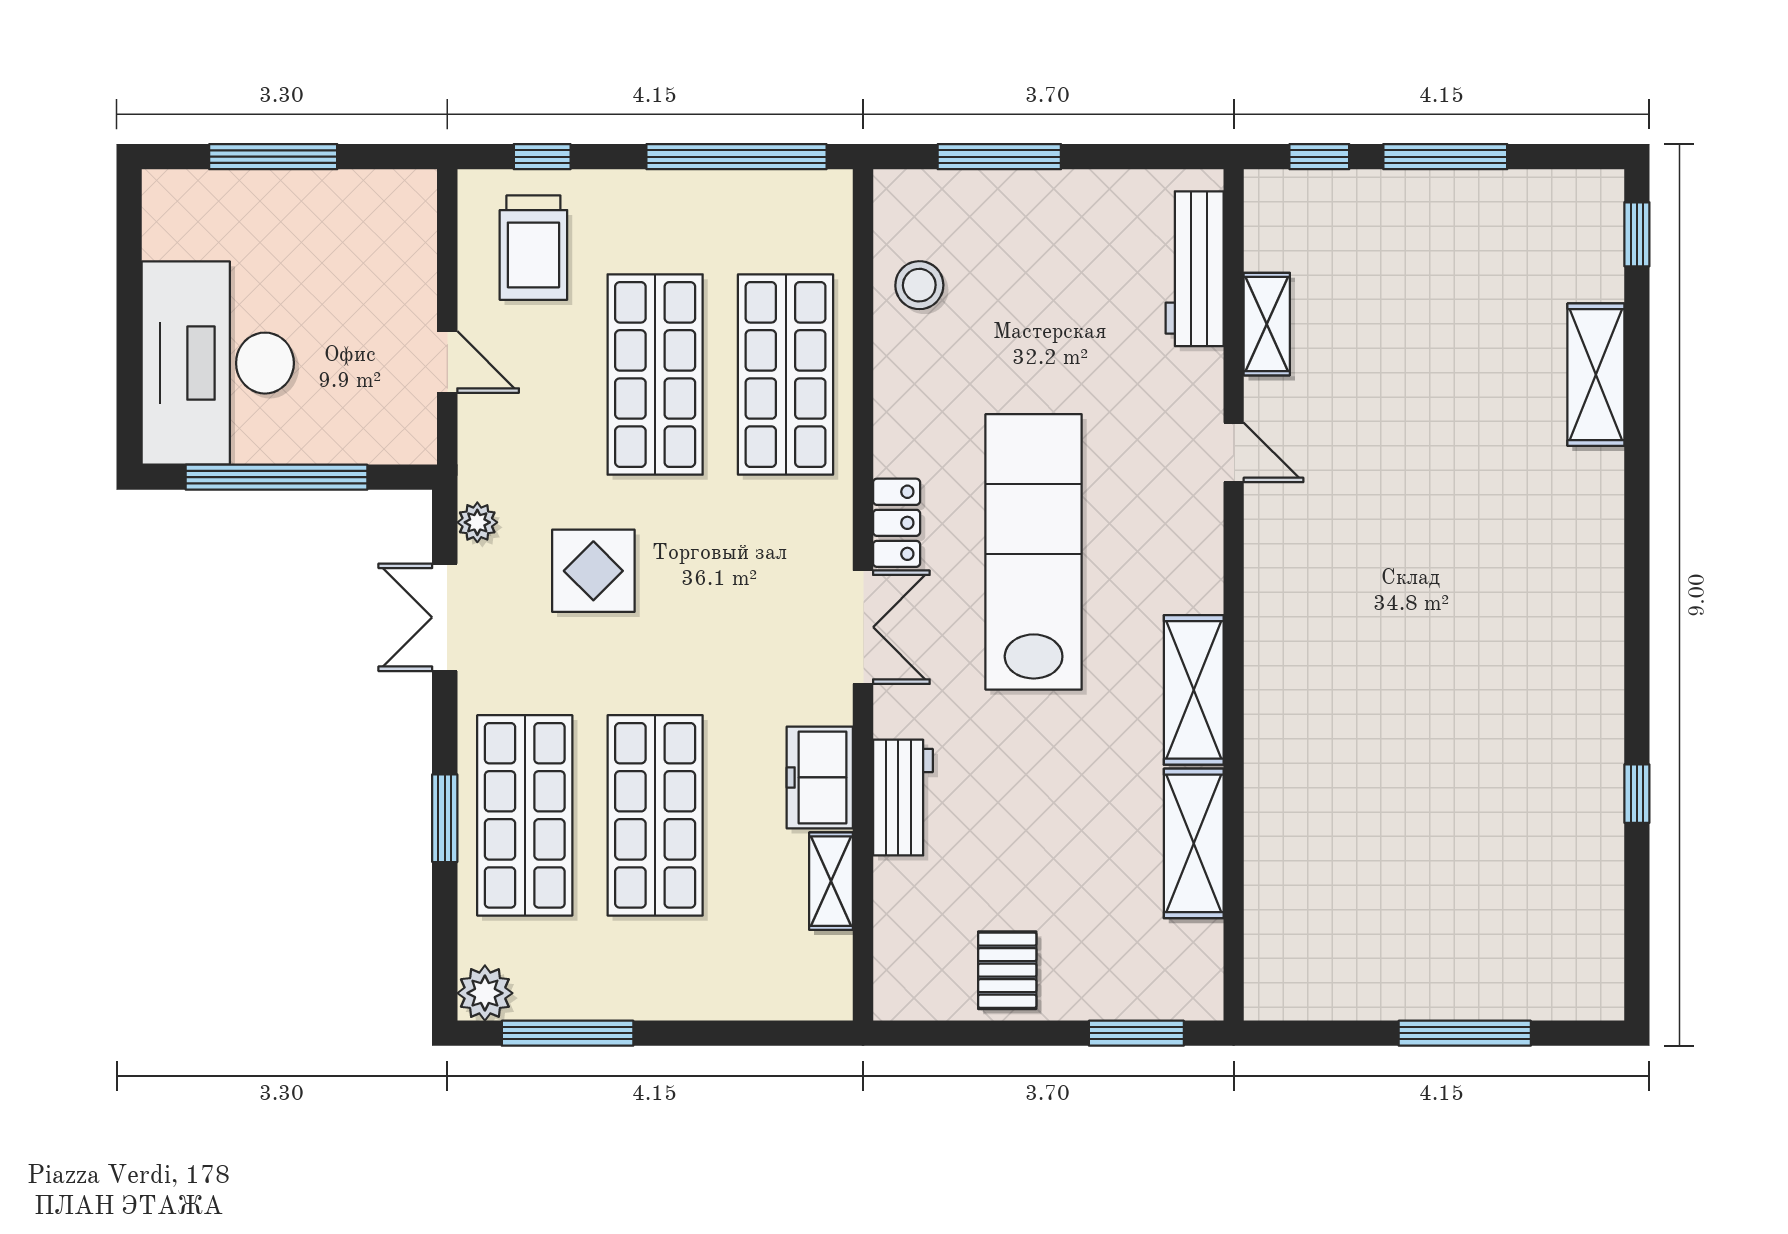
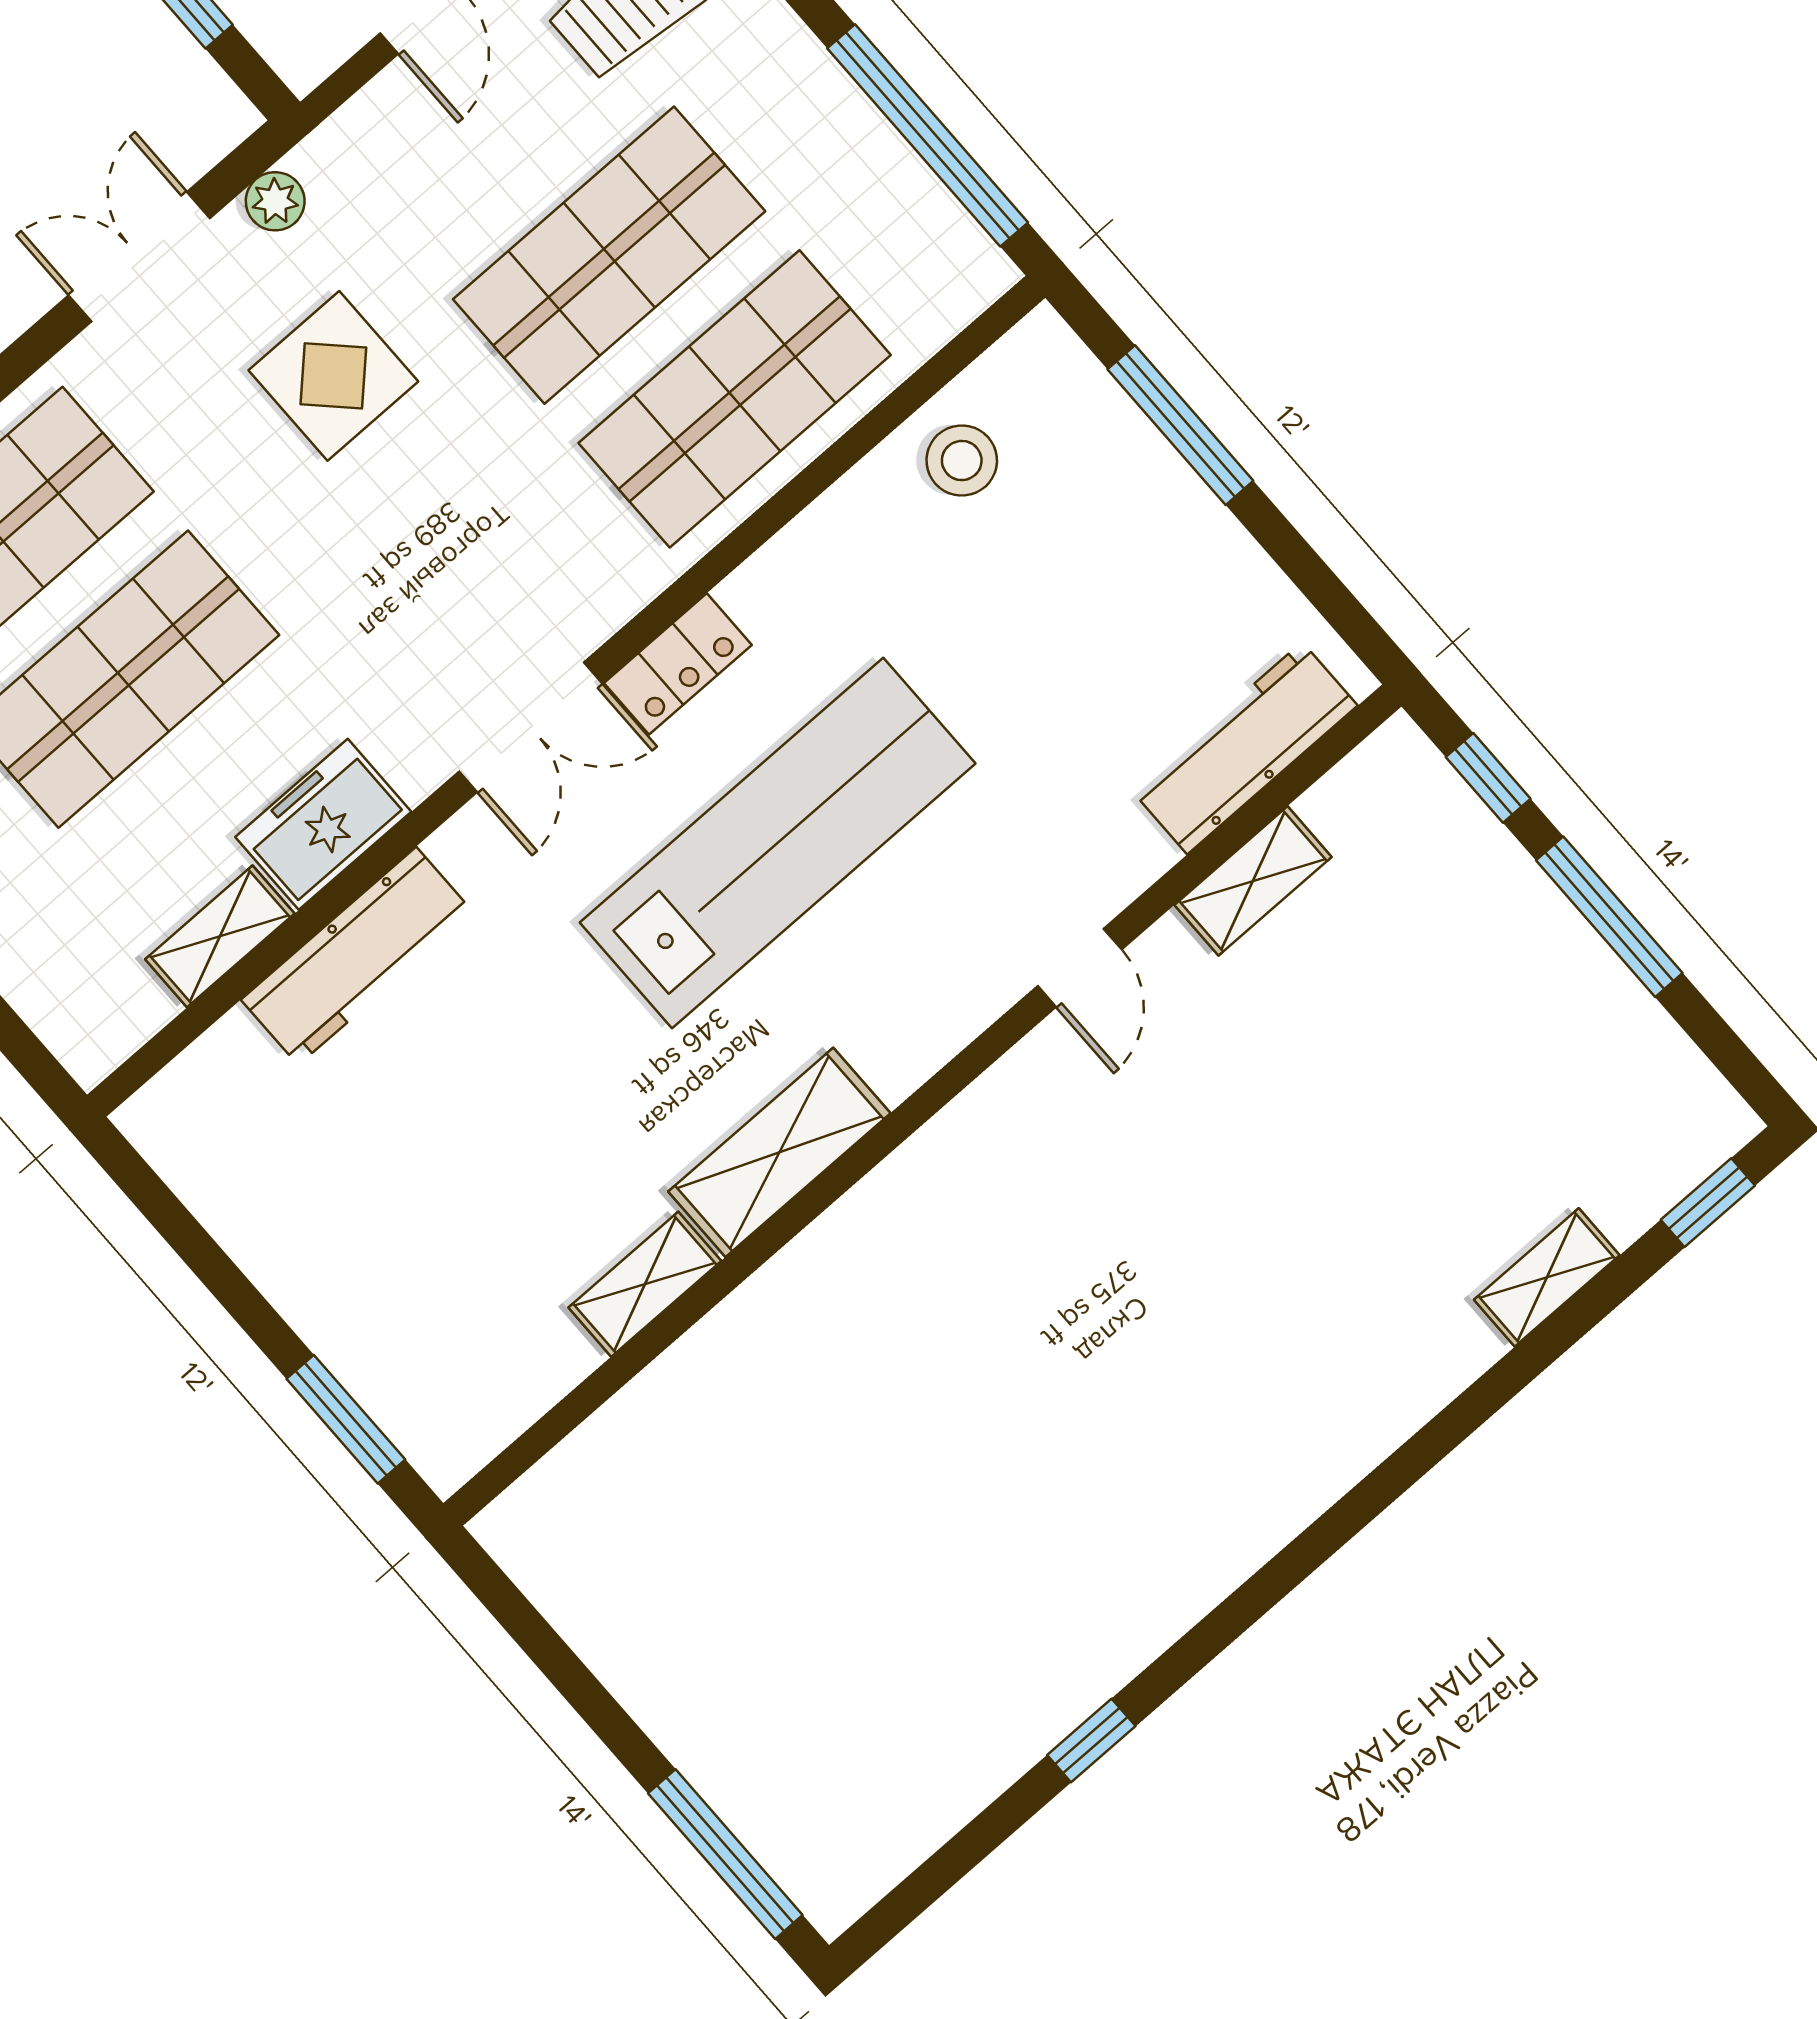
shelving: (1596, 375) -> (1547, 1277), width x0.67, depth x0.75
workbench: (903, 798) -> (357, 956), width x1.38
shelving: (1194, 843) -> (645, 1284), width x0.67, depth x0.75
pallet: (1007, 970) -> (291, 1216), removed
window: (1465, 1033) -> (725, 1854), moved

